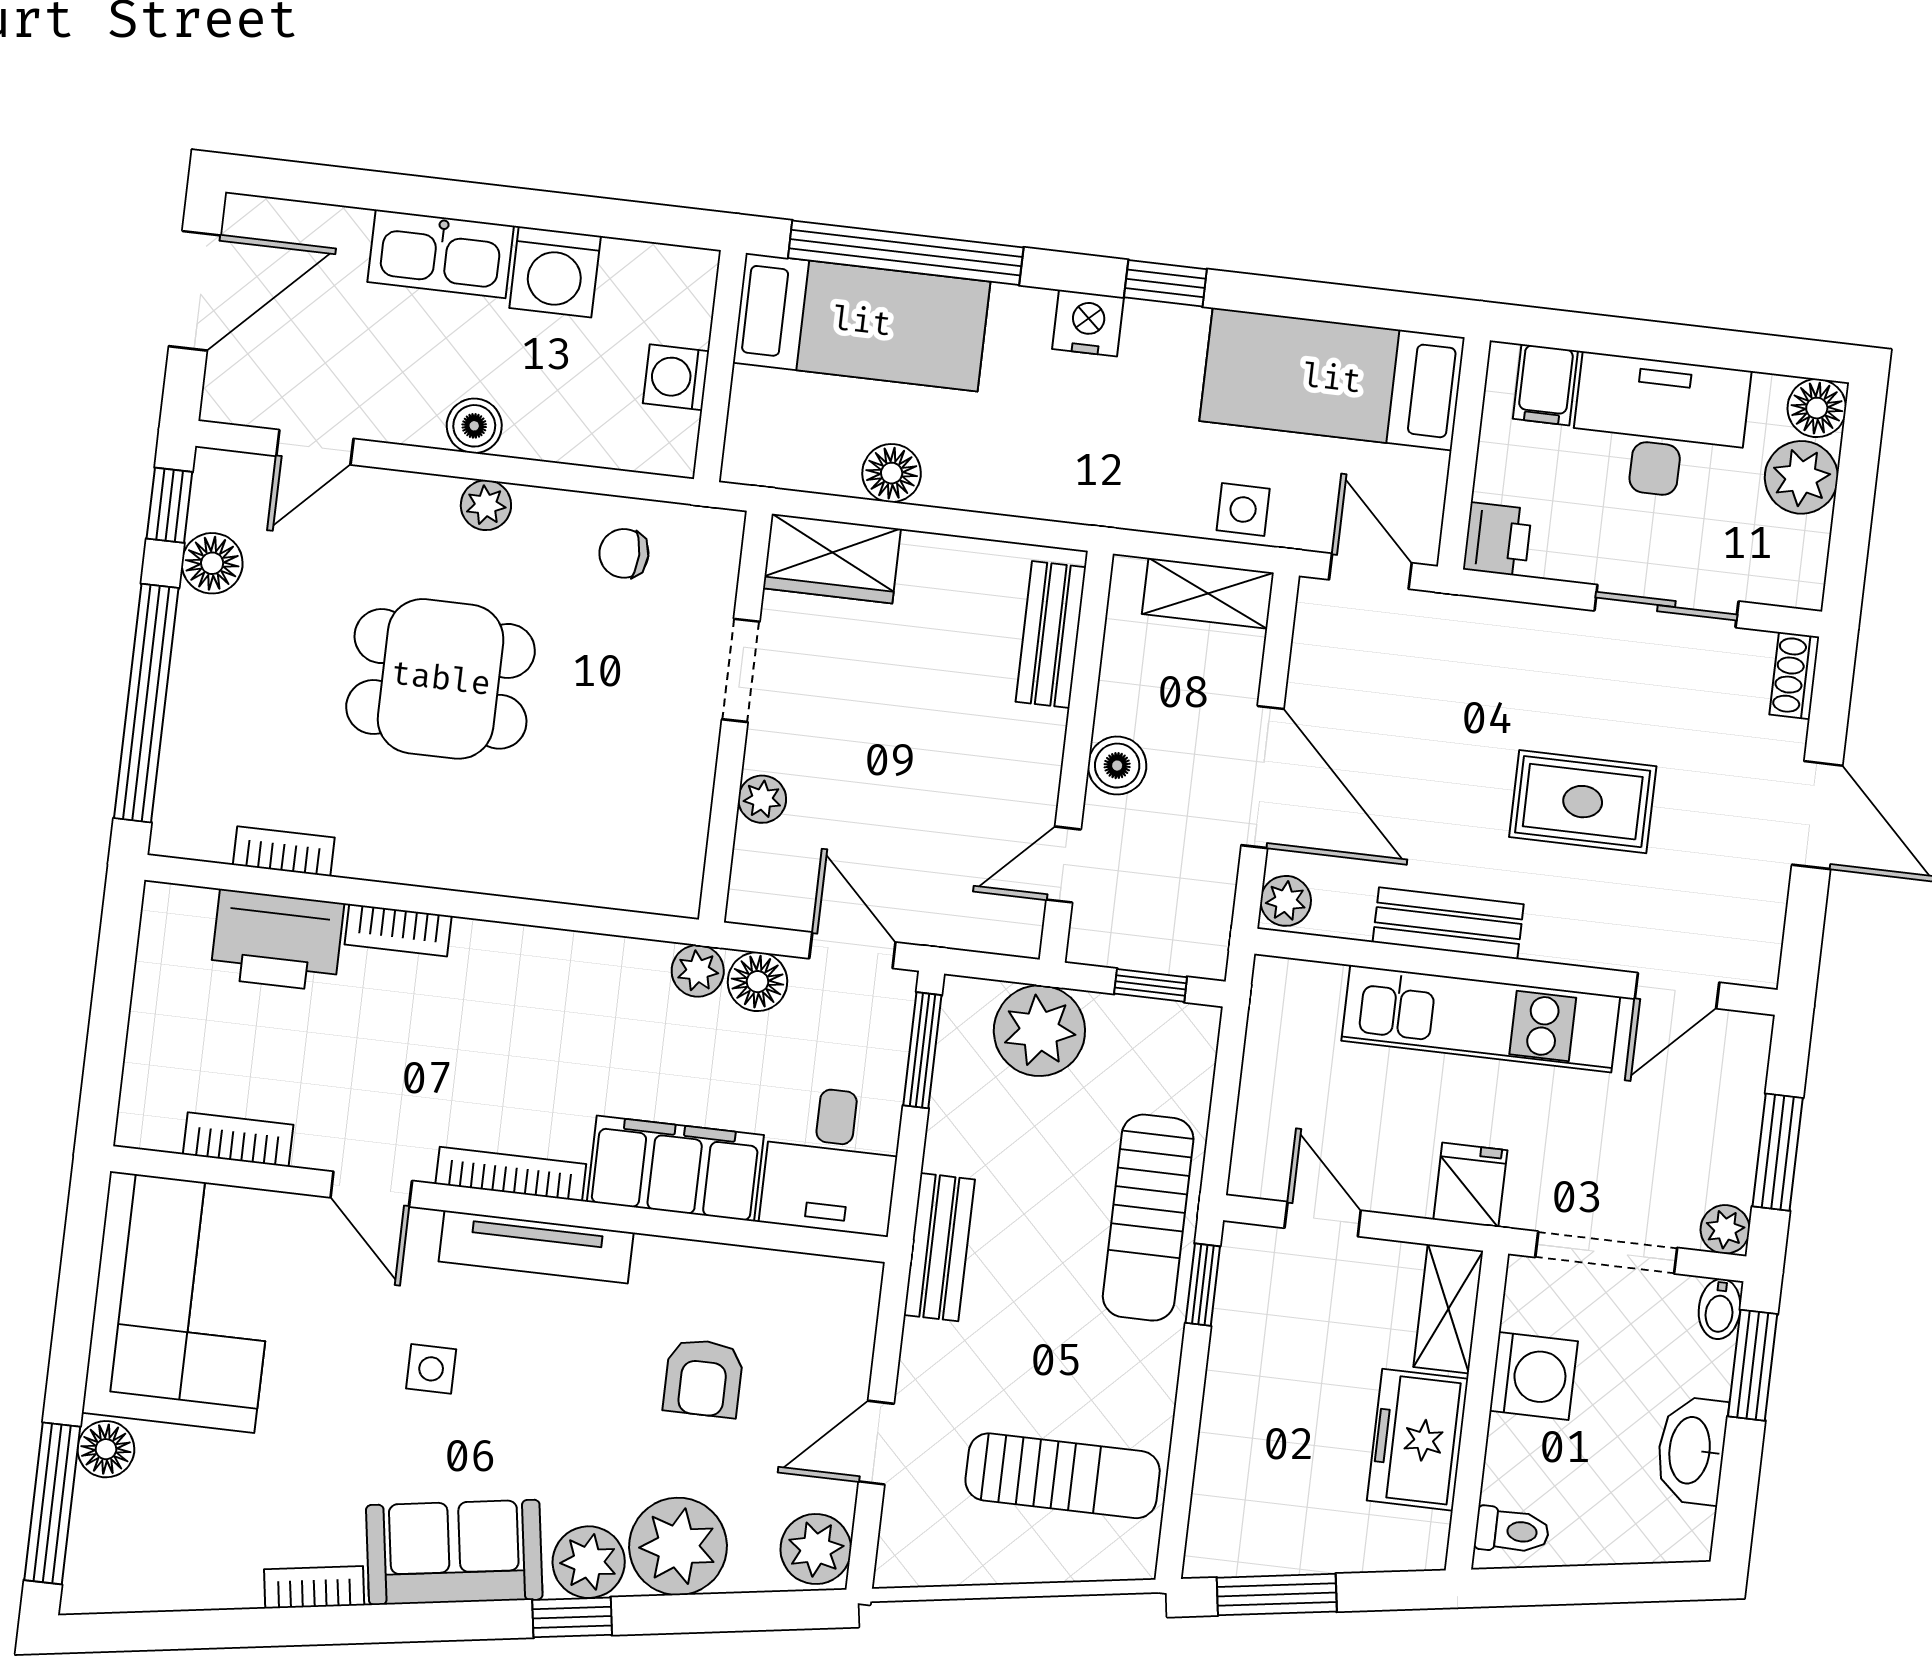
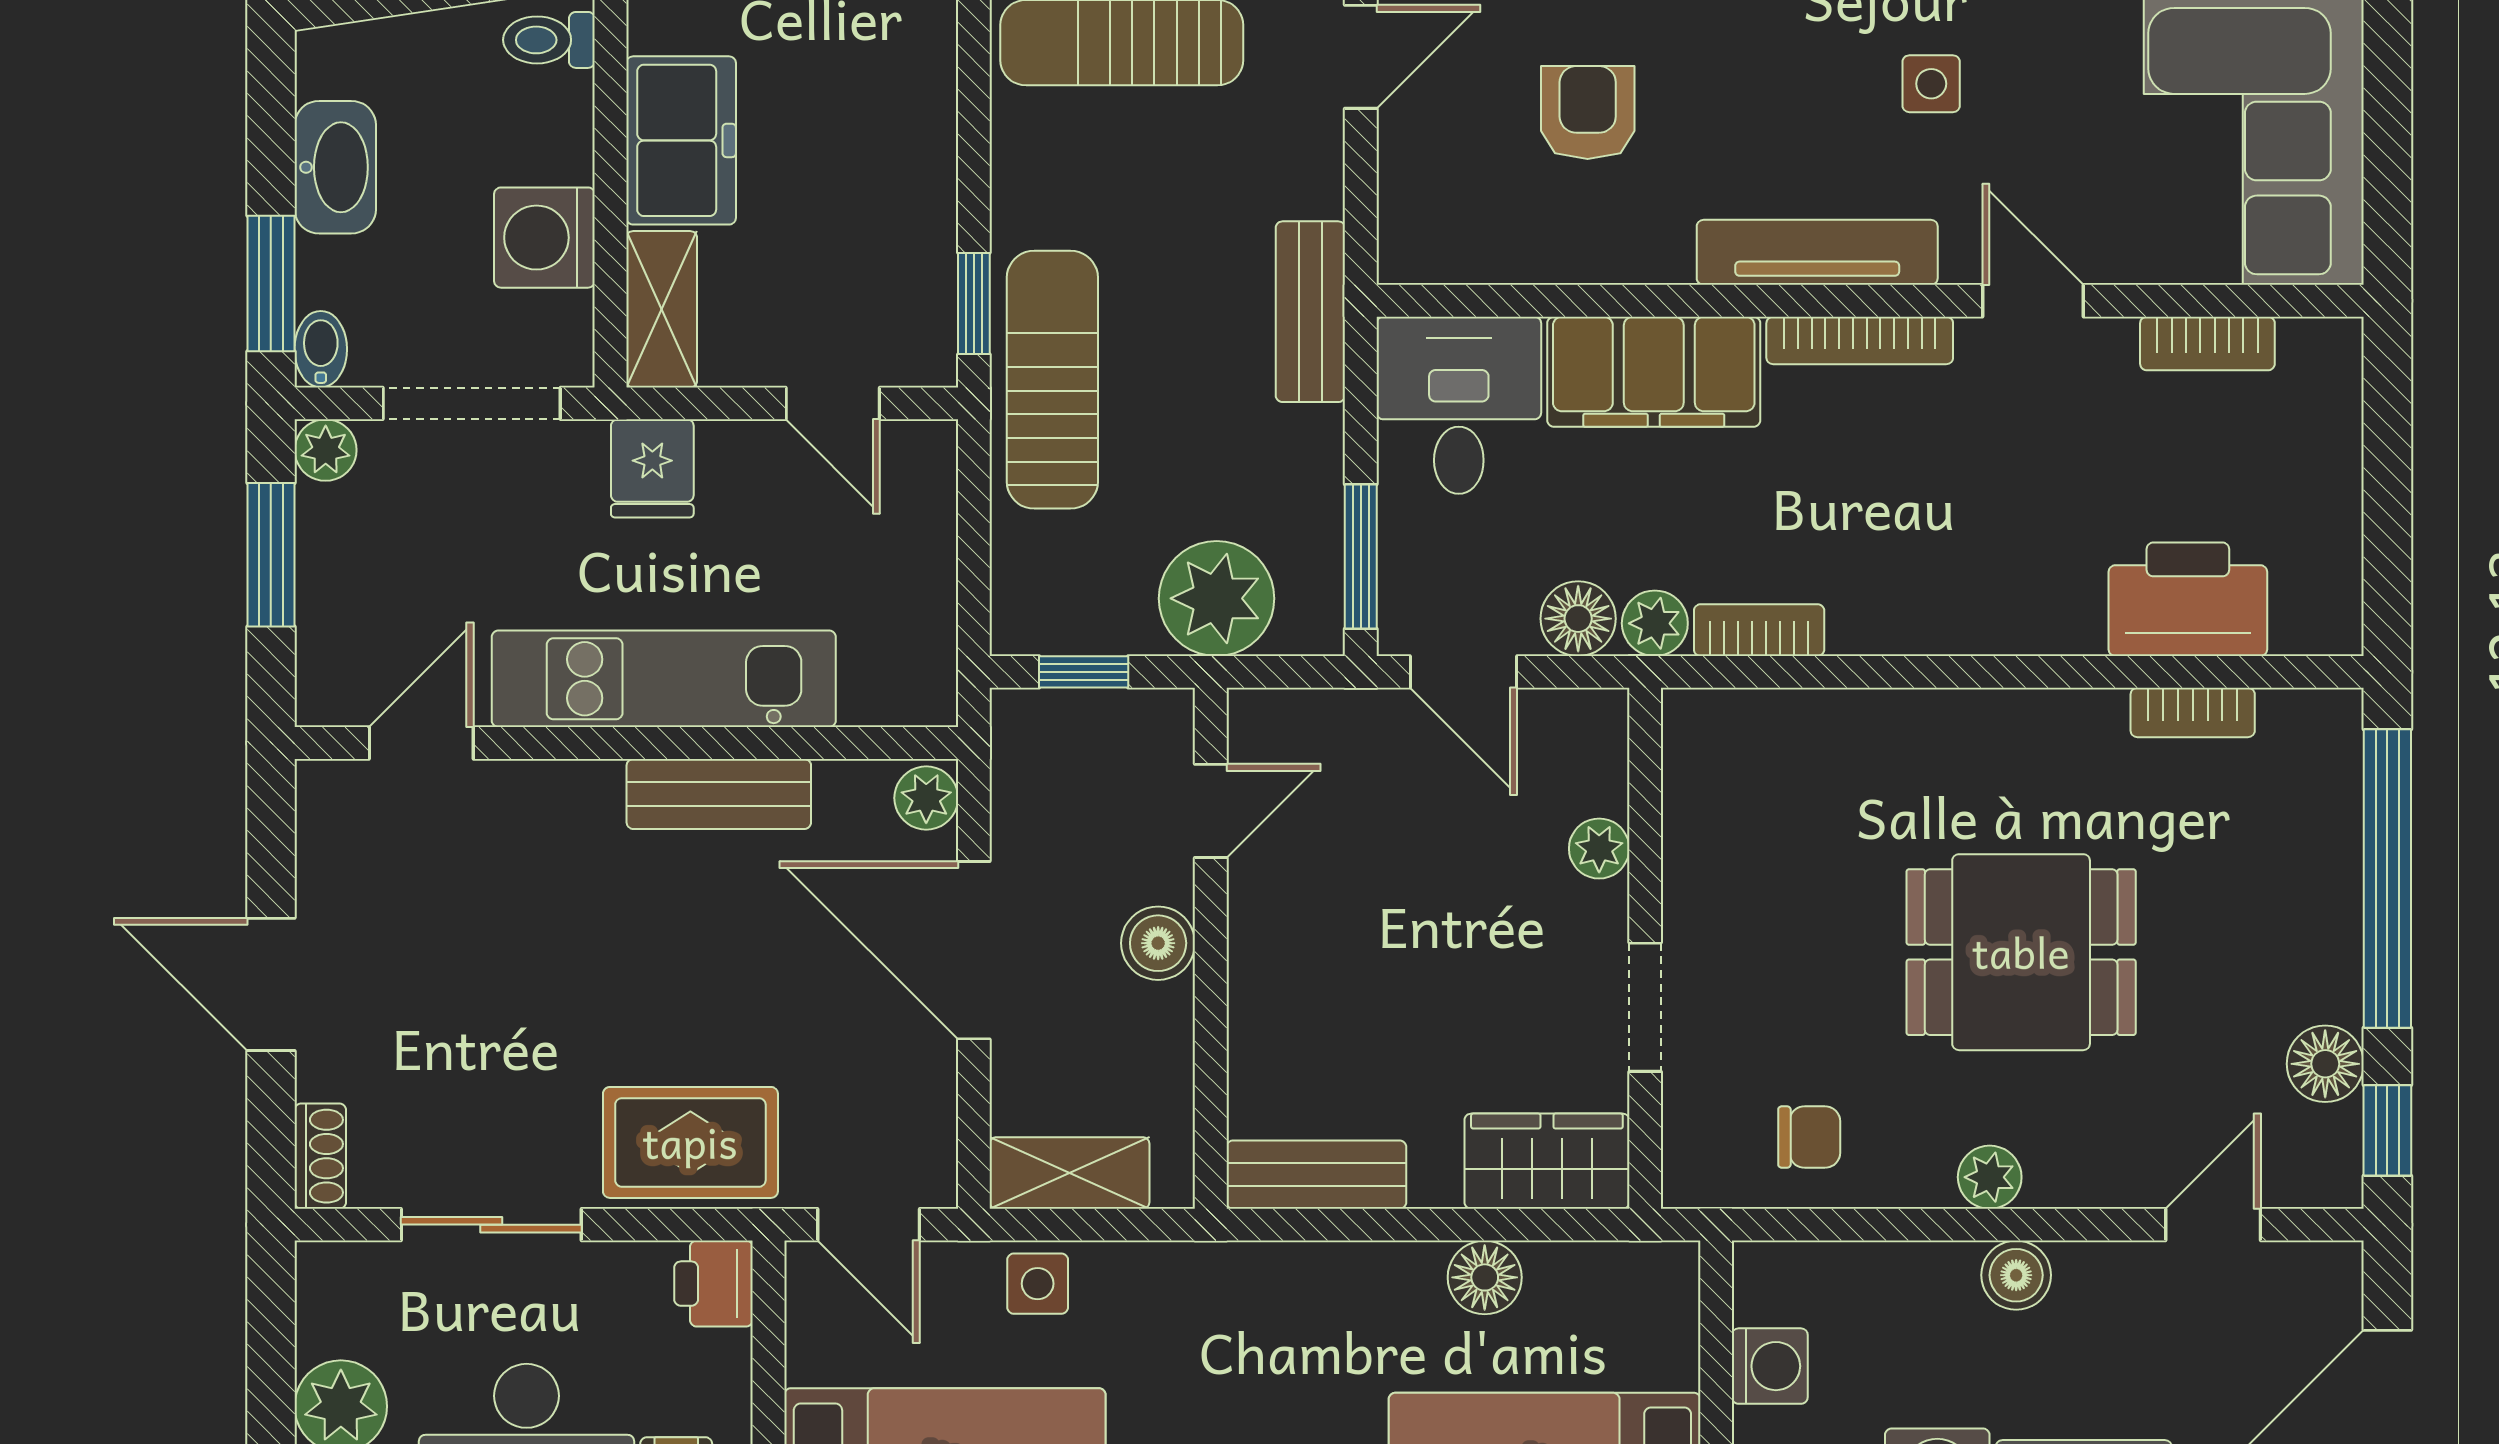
bench: (1051, 634) -> (1316, 1175), moved, turned 90
rug: (1583, 802) -> (690, 1142), moved
bookcase: (398, 930) -> (1759, 630), moved

